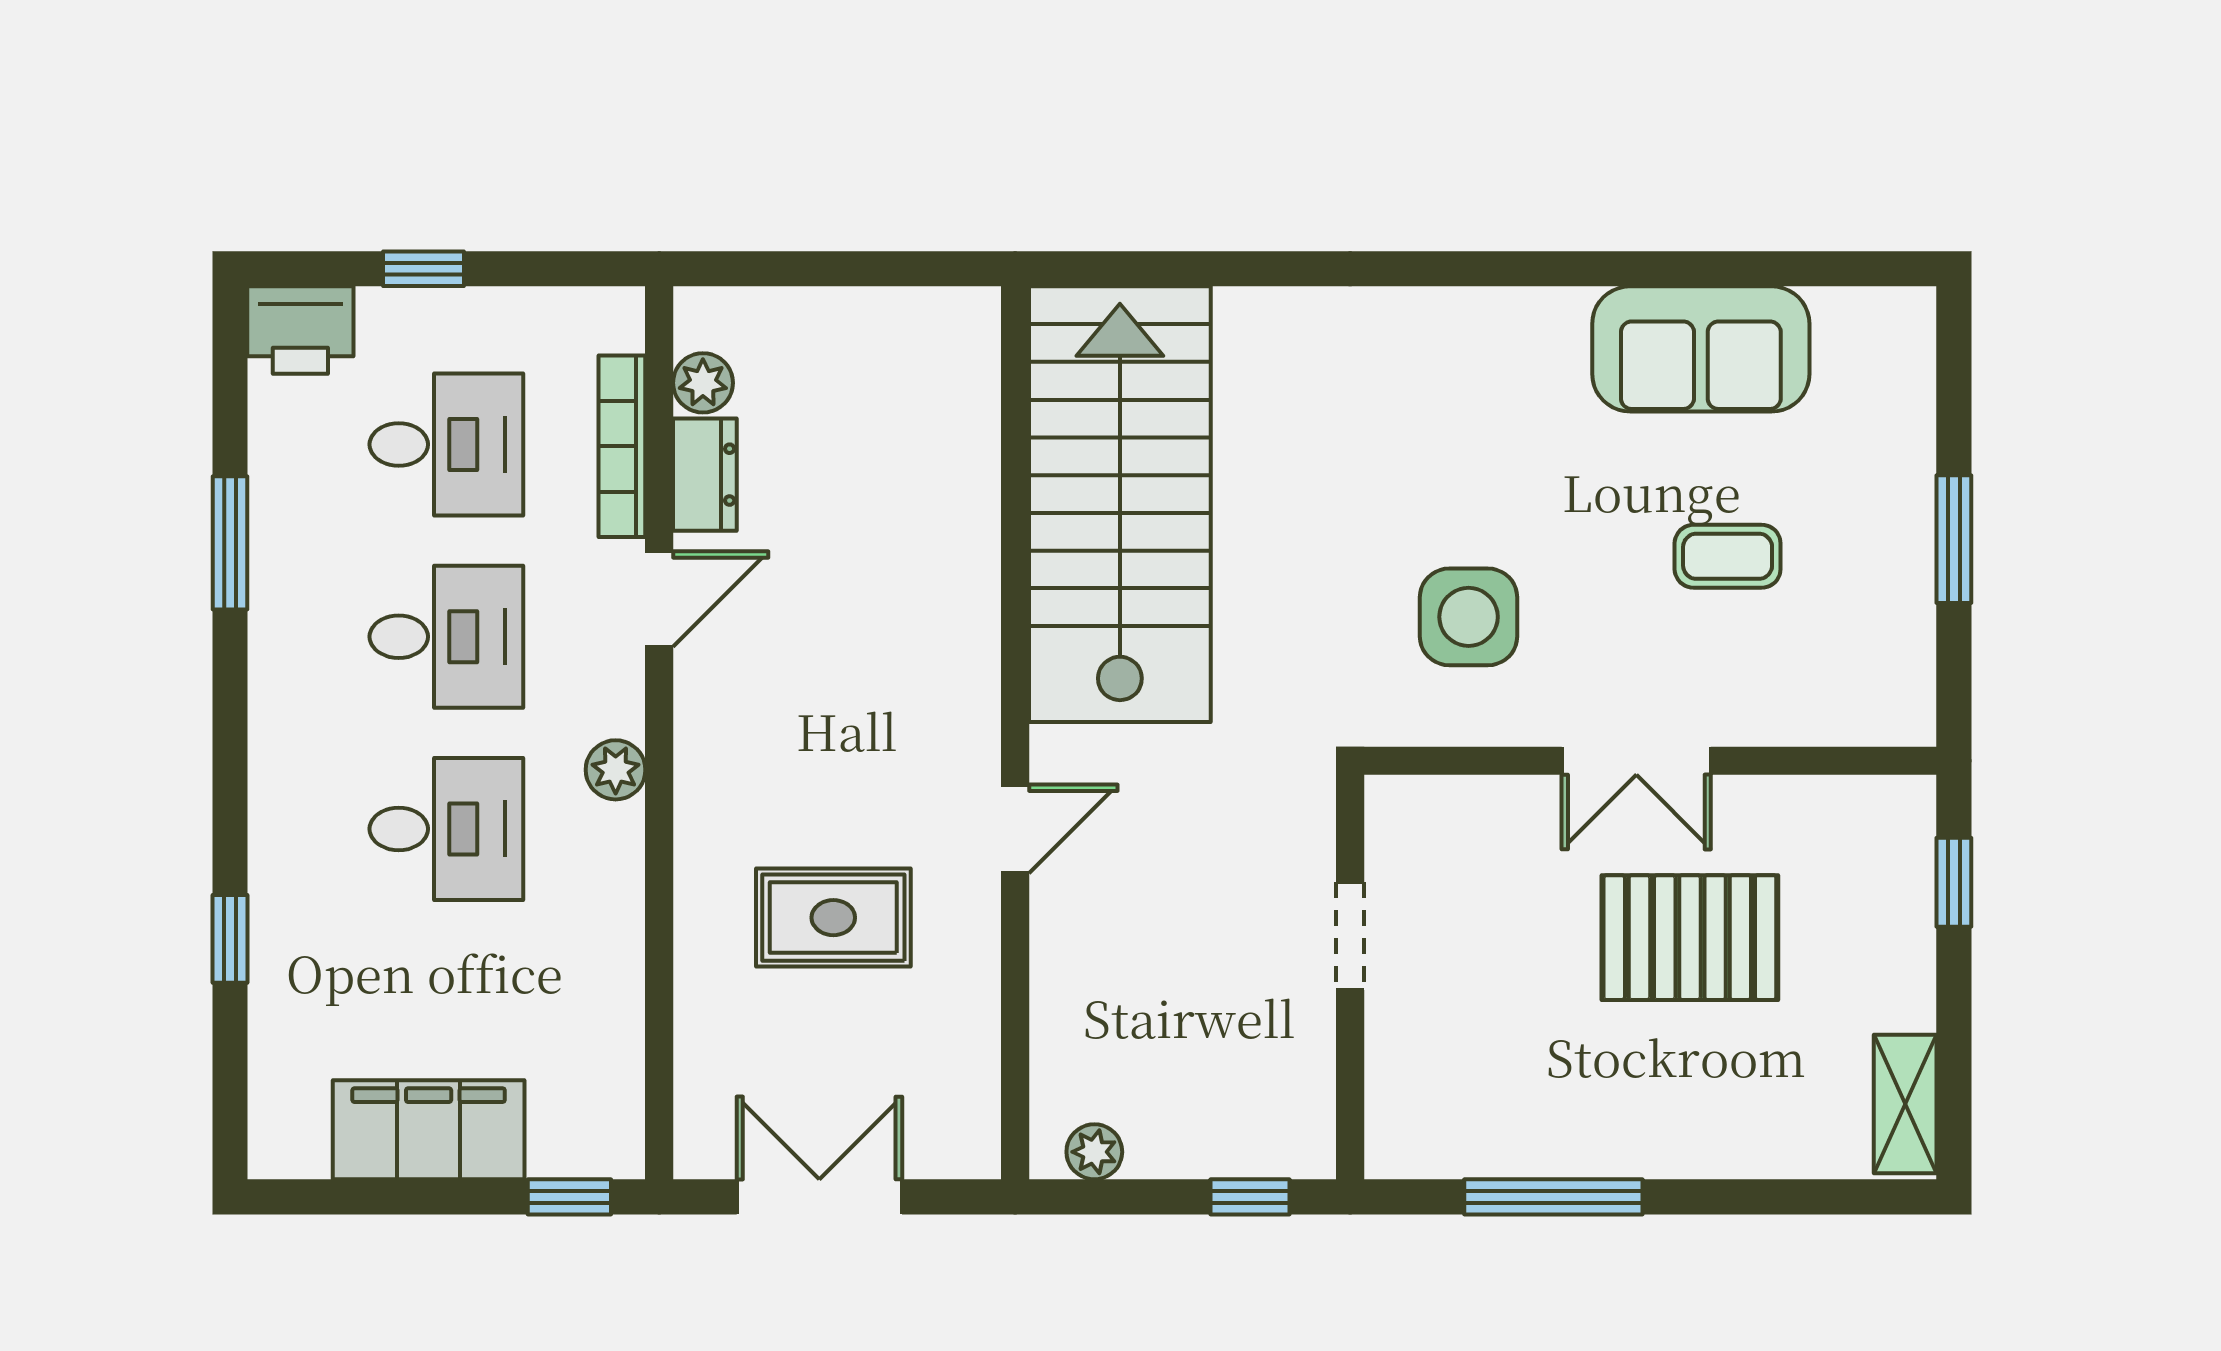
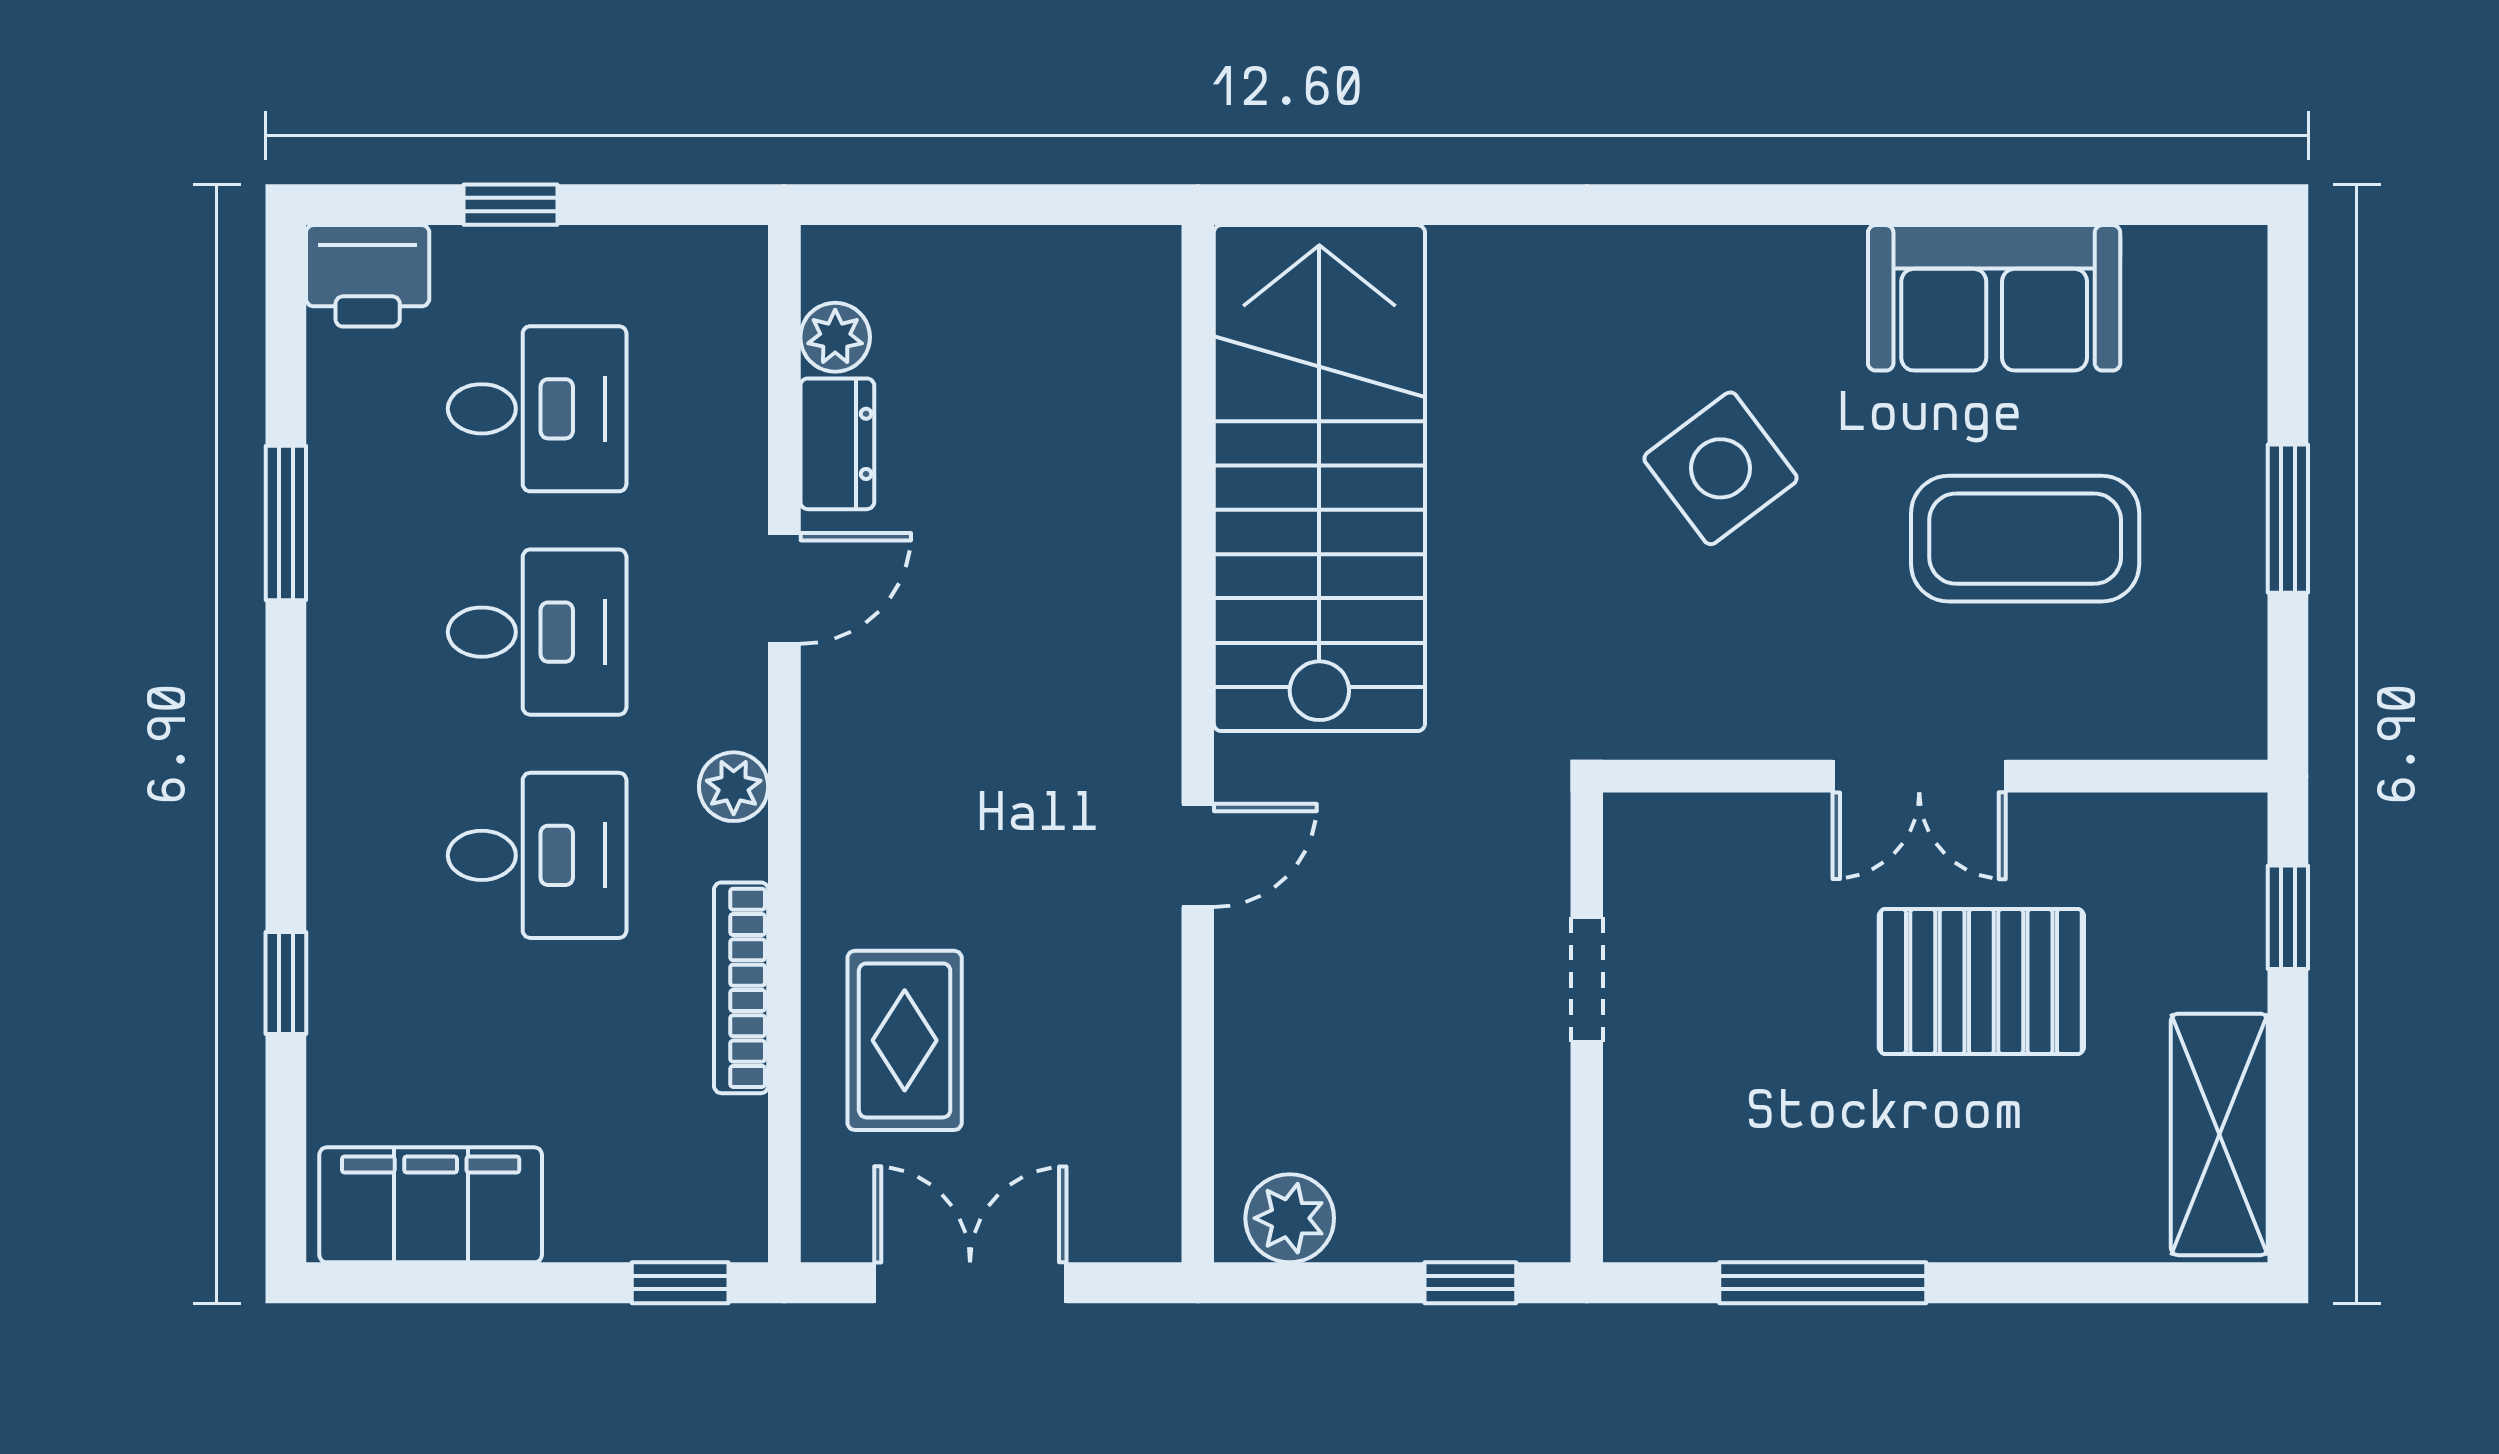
bookcase: (622, 446) -> (741, 988), moved
coffee table: (1728, 556) -> (2025, 539), width x1.86, depth x1.72
side table: (1469, 617) -> (1721, 468), moved, turned -37
rug: (833, 918) -> (905, 1040), moved, turned 90
shelving: (1905, 1104) -> (2219, 1134), width x1.50, depth x1.33
filing cabinet: (429, 1130) -> (431, 1205), moved
plant: (1094, 1152) -> (1290, 1218), width x1.38, depth x1.38

